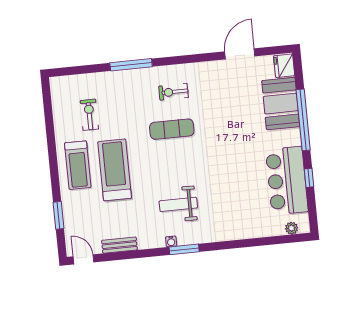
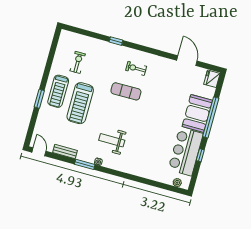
door: (240, 54) -> (187, 61), hinge flipped
window: (131, 65) -> (116, 41), width x0.46
booth: (281, 104) -> (197, 113), moved
treadmill: (115, 170) -> (80, 103), turned 180
window: (59, 215) -> (39, 99), moved
window: (184, 249) -> (85, 164), moved

